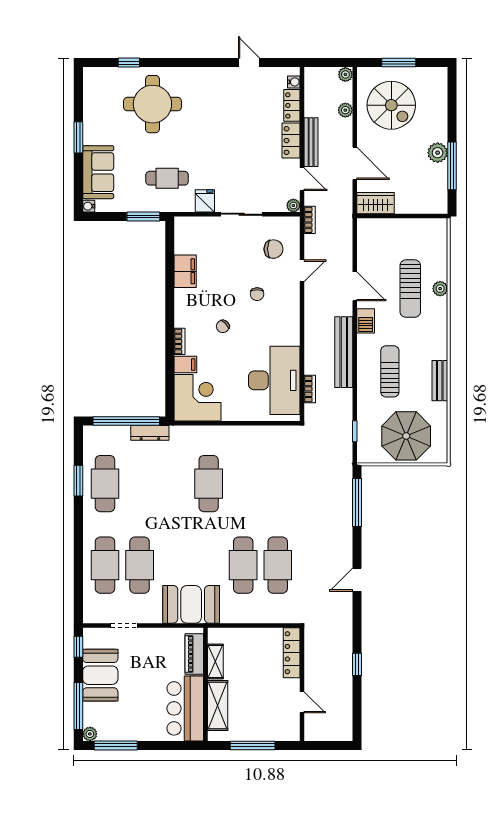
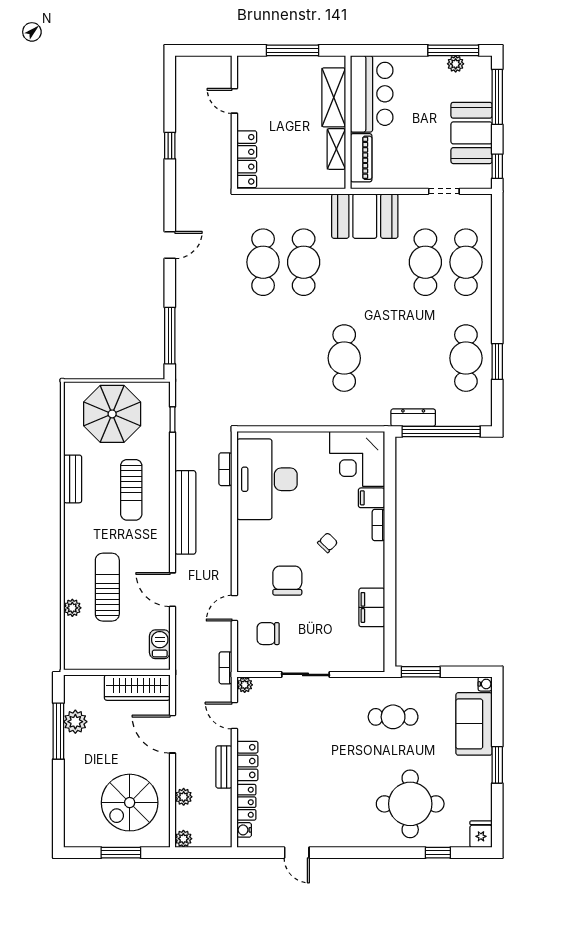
spiral stairs: (391, 105) -> (130, 803), turned -90
bench: (311, 142) -> (224, 767), width x0.73
plant: (438, 153) -> (75, 722), moved
fridge: (205, 201) -> (481, 834), moved, turned 180
wardrobe: (376, 203) -> (137, 688), width x1.50
plant: (440, 289) -> (72, 608), moved
chair: (257, 294) -> (287, 581), width x1.87, depth x1.87
barbecue: (366, 321) -> (160, 644), moved
plant: (90, 734) -> (456, 64), moved

